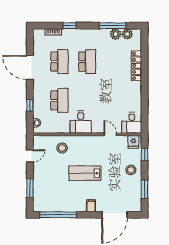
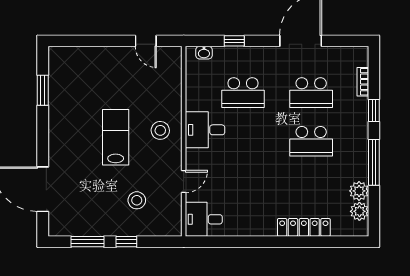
window: (113, 26) -> (374, 162), moved
fridge: (133, 142) -> (171, 222), removed
stool: (62, 148) -> (160, 130), moved
window: (145, 154) -> (126, 242), moved
stool: (131, 170) -> (137, 200), moved
window: (30, 188) -> (89, 41), removed
filing cabinet: (91, 206) -> (59, 148), removed
window: (58, 215) -> (43, 90), width x0.47

